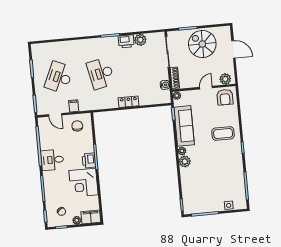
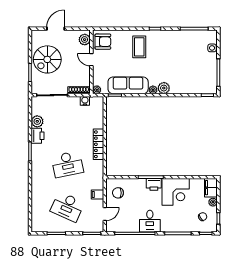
locker: (129, 102) -> (98, 144), width x1.53

